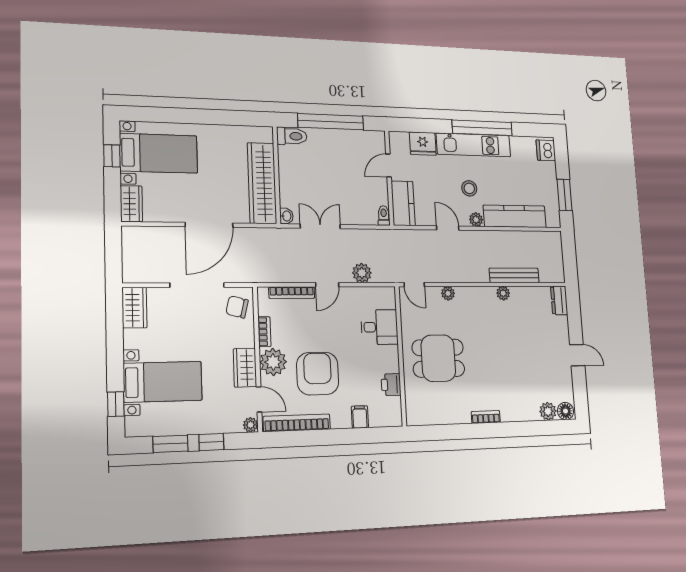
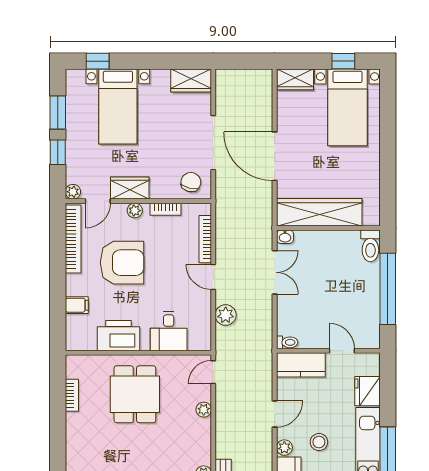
plant: (273, 362) -> (135, 211), width x0.53, depth x0.53
printer: (391, 385) -> (119, 336), width x1.87, depth x1.48
bookcase: (486, 417) -> (72, 395), moved

